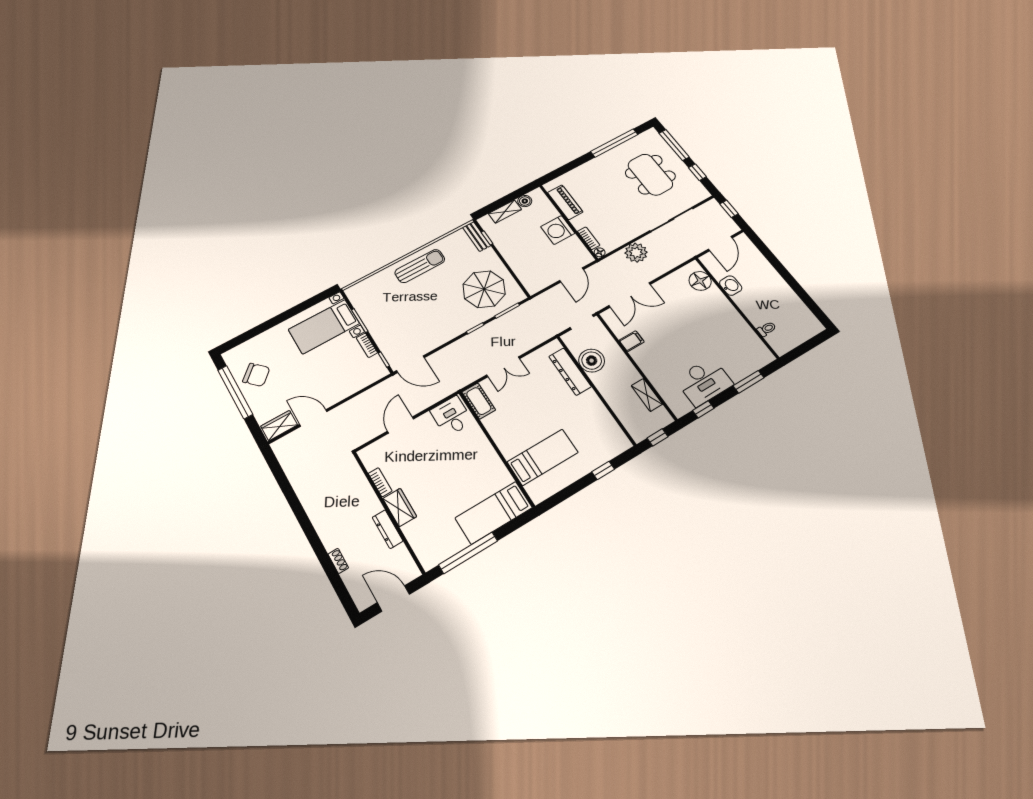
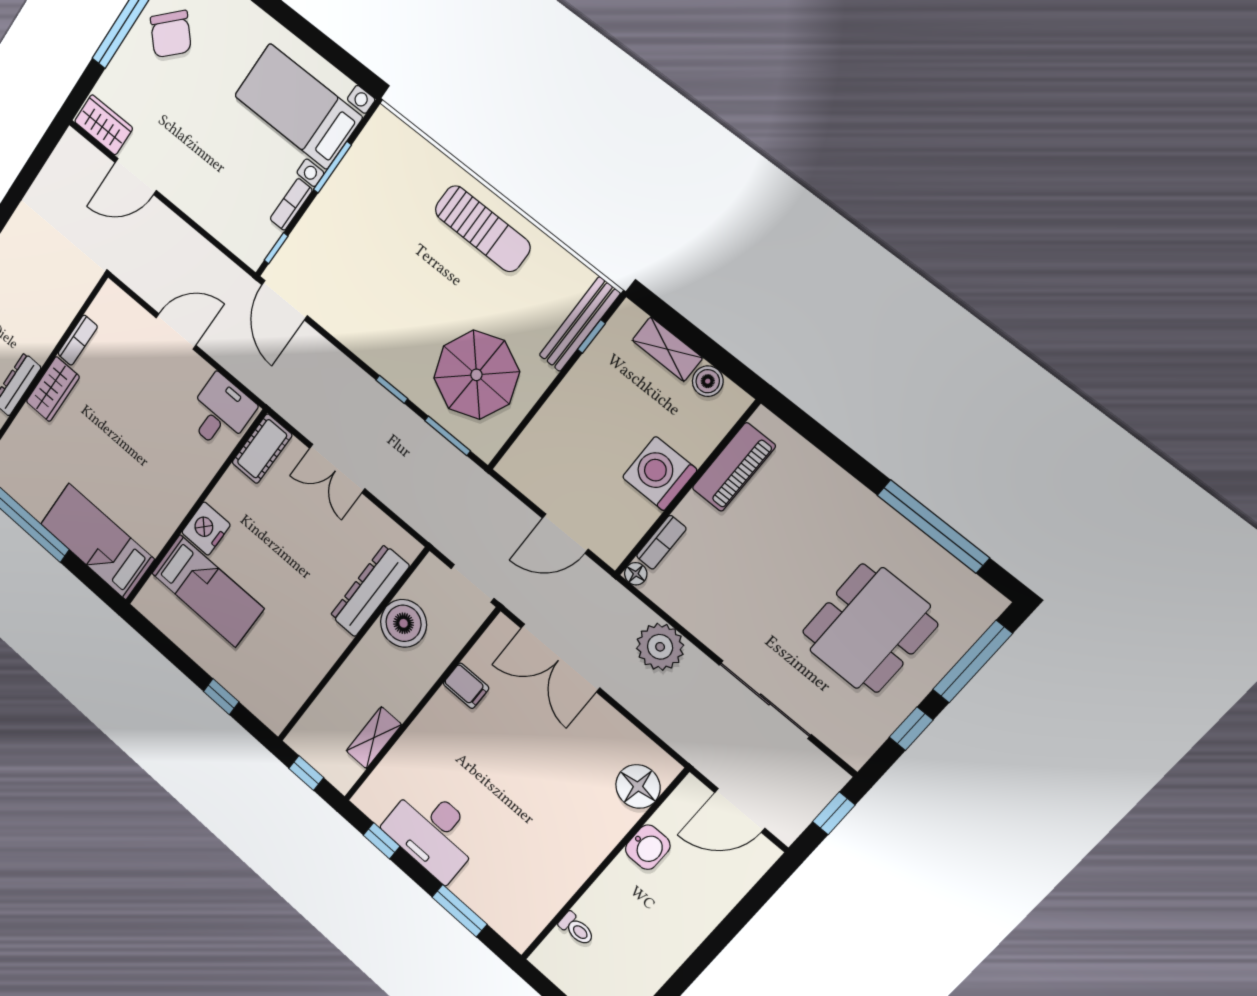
bench: (477, 236) -> (580, 324), width x1.36
door: (313, 418) -> (136, 176), swing flipped
nightstand: (509, 446) -> (206, 529), added

